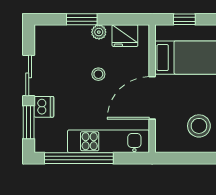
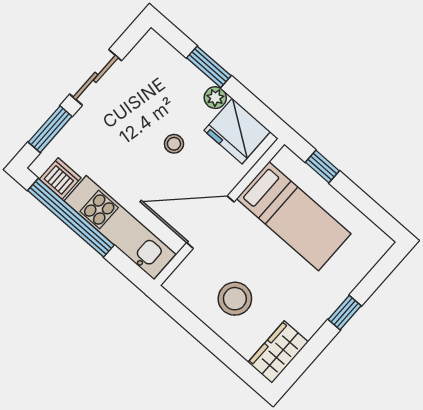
fridge: (125, 36) -> (237, 131), width x1.36, depth x1.34
dishwasher: (44, 107) -> (60, 178), moved, turned -90

